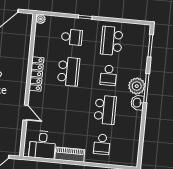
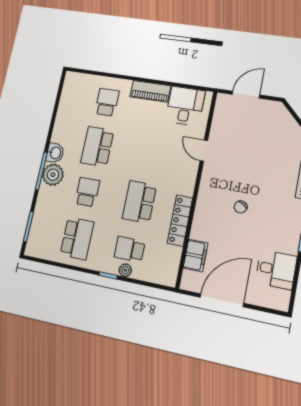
plant: (41, 19) -> (125, 270), moved
filing cabinet: (24, 38) -> (195, 256), added
locker: (36, 74) -> (180, 221), moved

